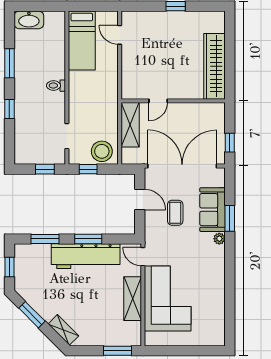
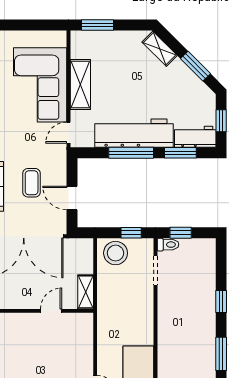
toilet: (56, 86) -> (168, 245), moved
shelving: (130, 125) -> (86, 292), width x0.67, depth x0.75
window: (88, 239) -> (131, 153), width x1.44
workbench: (32, 253) -> (195, 137), added
door: (143, 257) -> (68, 133), swing flipped

